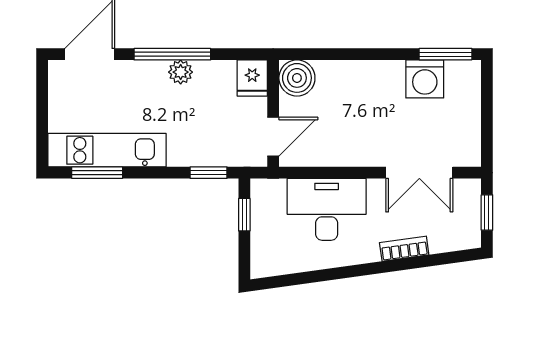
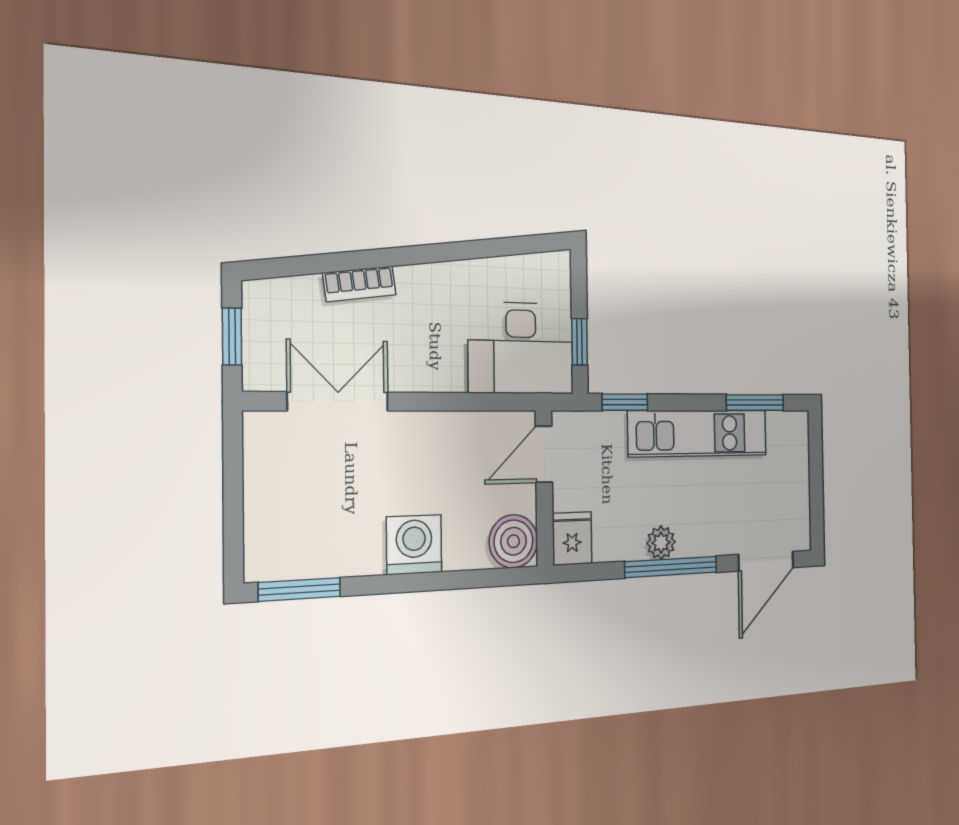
washing machine: (425, 79) -> (414, 545), moved
kitchen unit: (107, 150) -> (698, 433), moved
desk: (327, 209) -> (521, 348), moved

